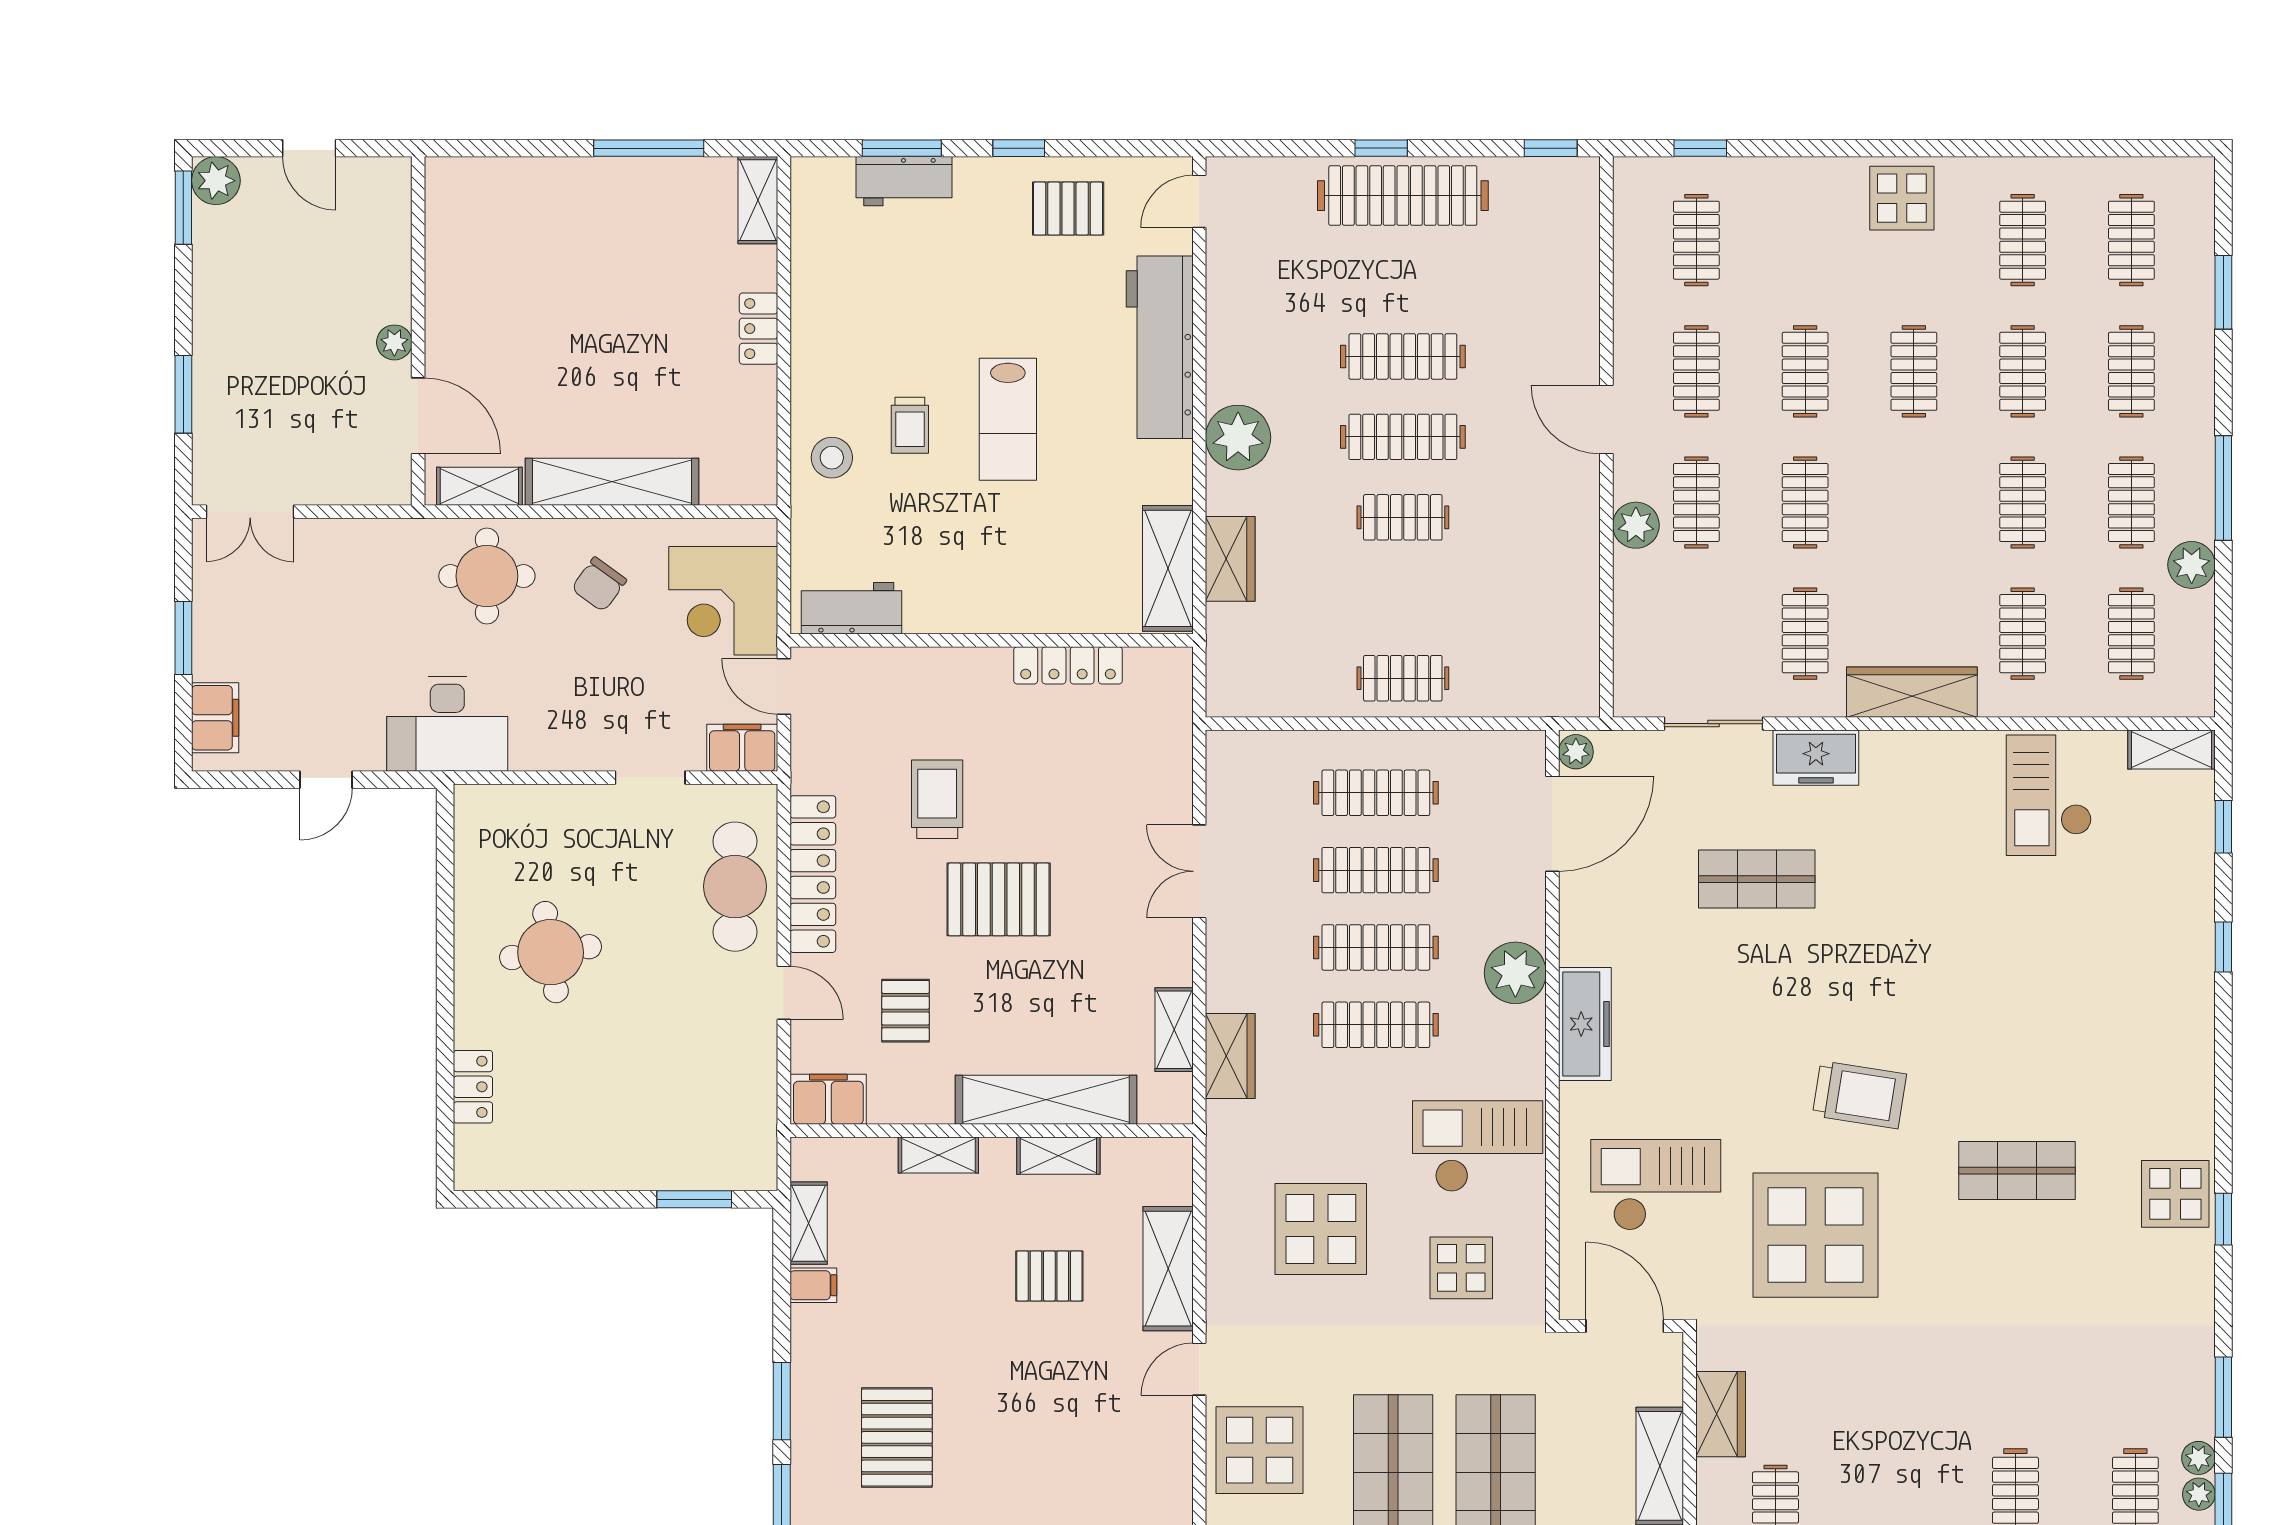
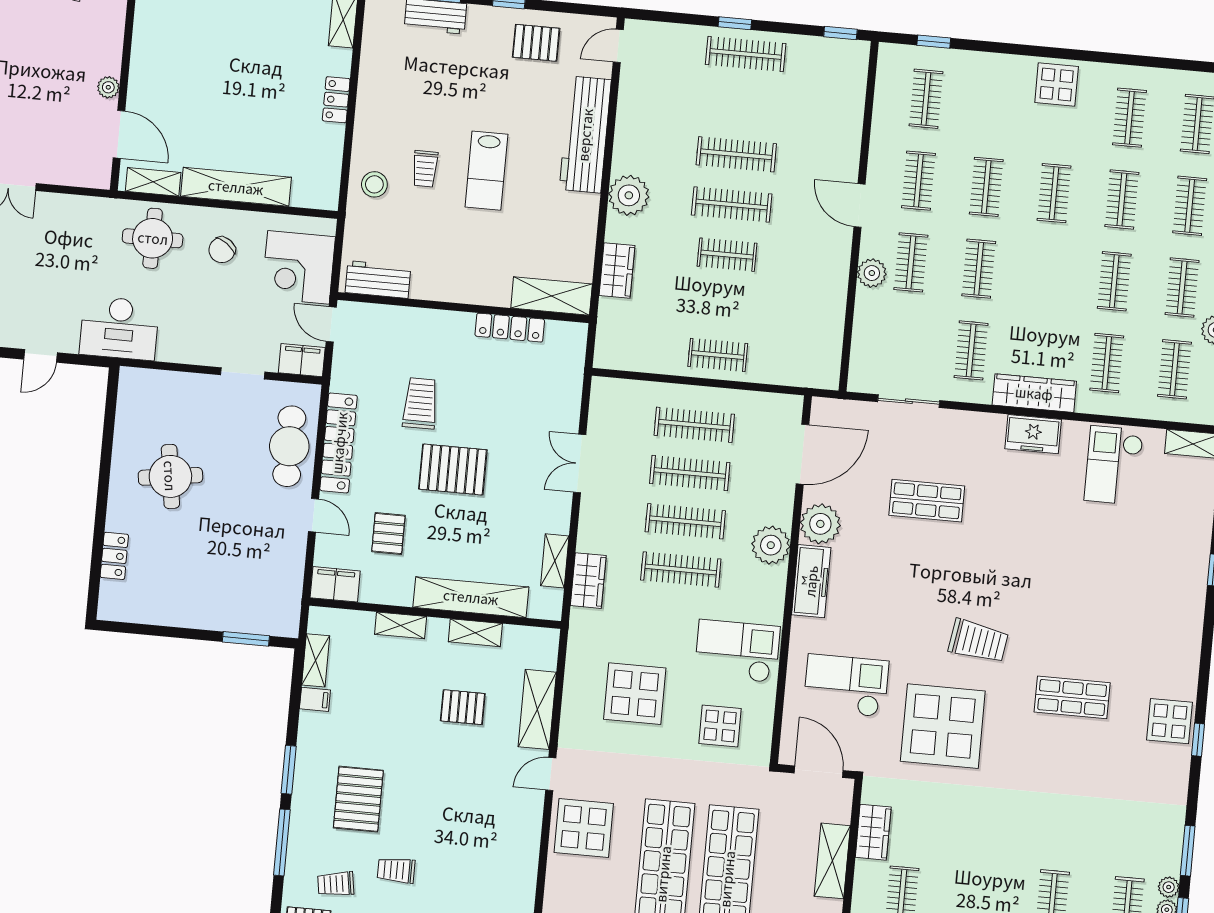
clothes rail: (1403, 196) -> (746, 54), width x0.73, depth x0.76
shelving: (1168, 568) -> (552, 296), moved, turned 90
plant: (1576, 752) -> (820, 524), moved, width x1.88, depth x1.88
freezer: (1816, 758) -> (1033, 434), moved

